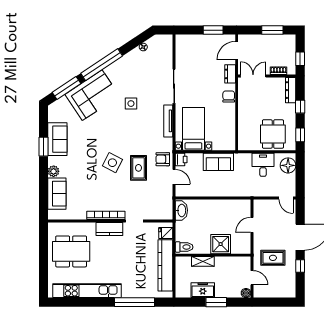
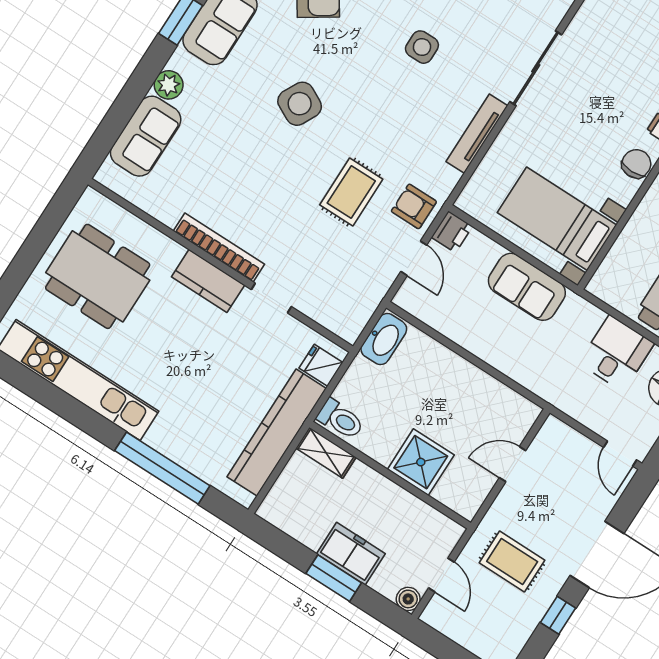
bed with nightstands: (193, 129) -> (557, 219), moved, turned -90
side table: (112, 163) -> (300, 104), moved
shelving: (203, 261) -> (326, 453), moved
freezer: (203, 290) -> (351, 554), moved

